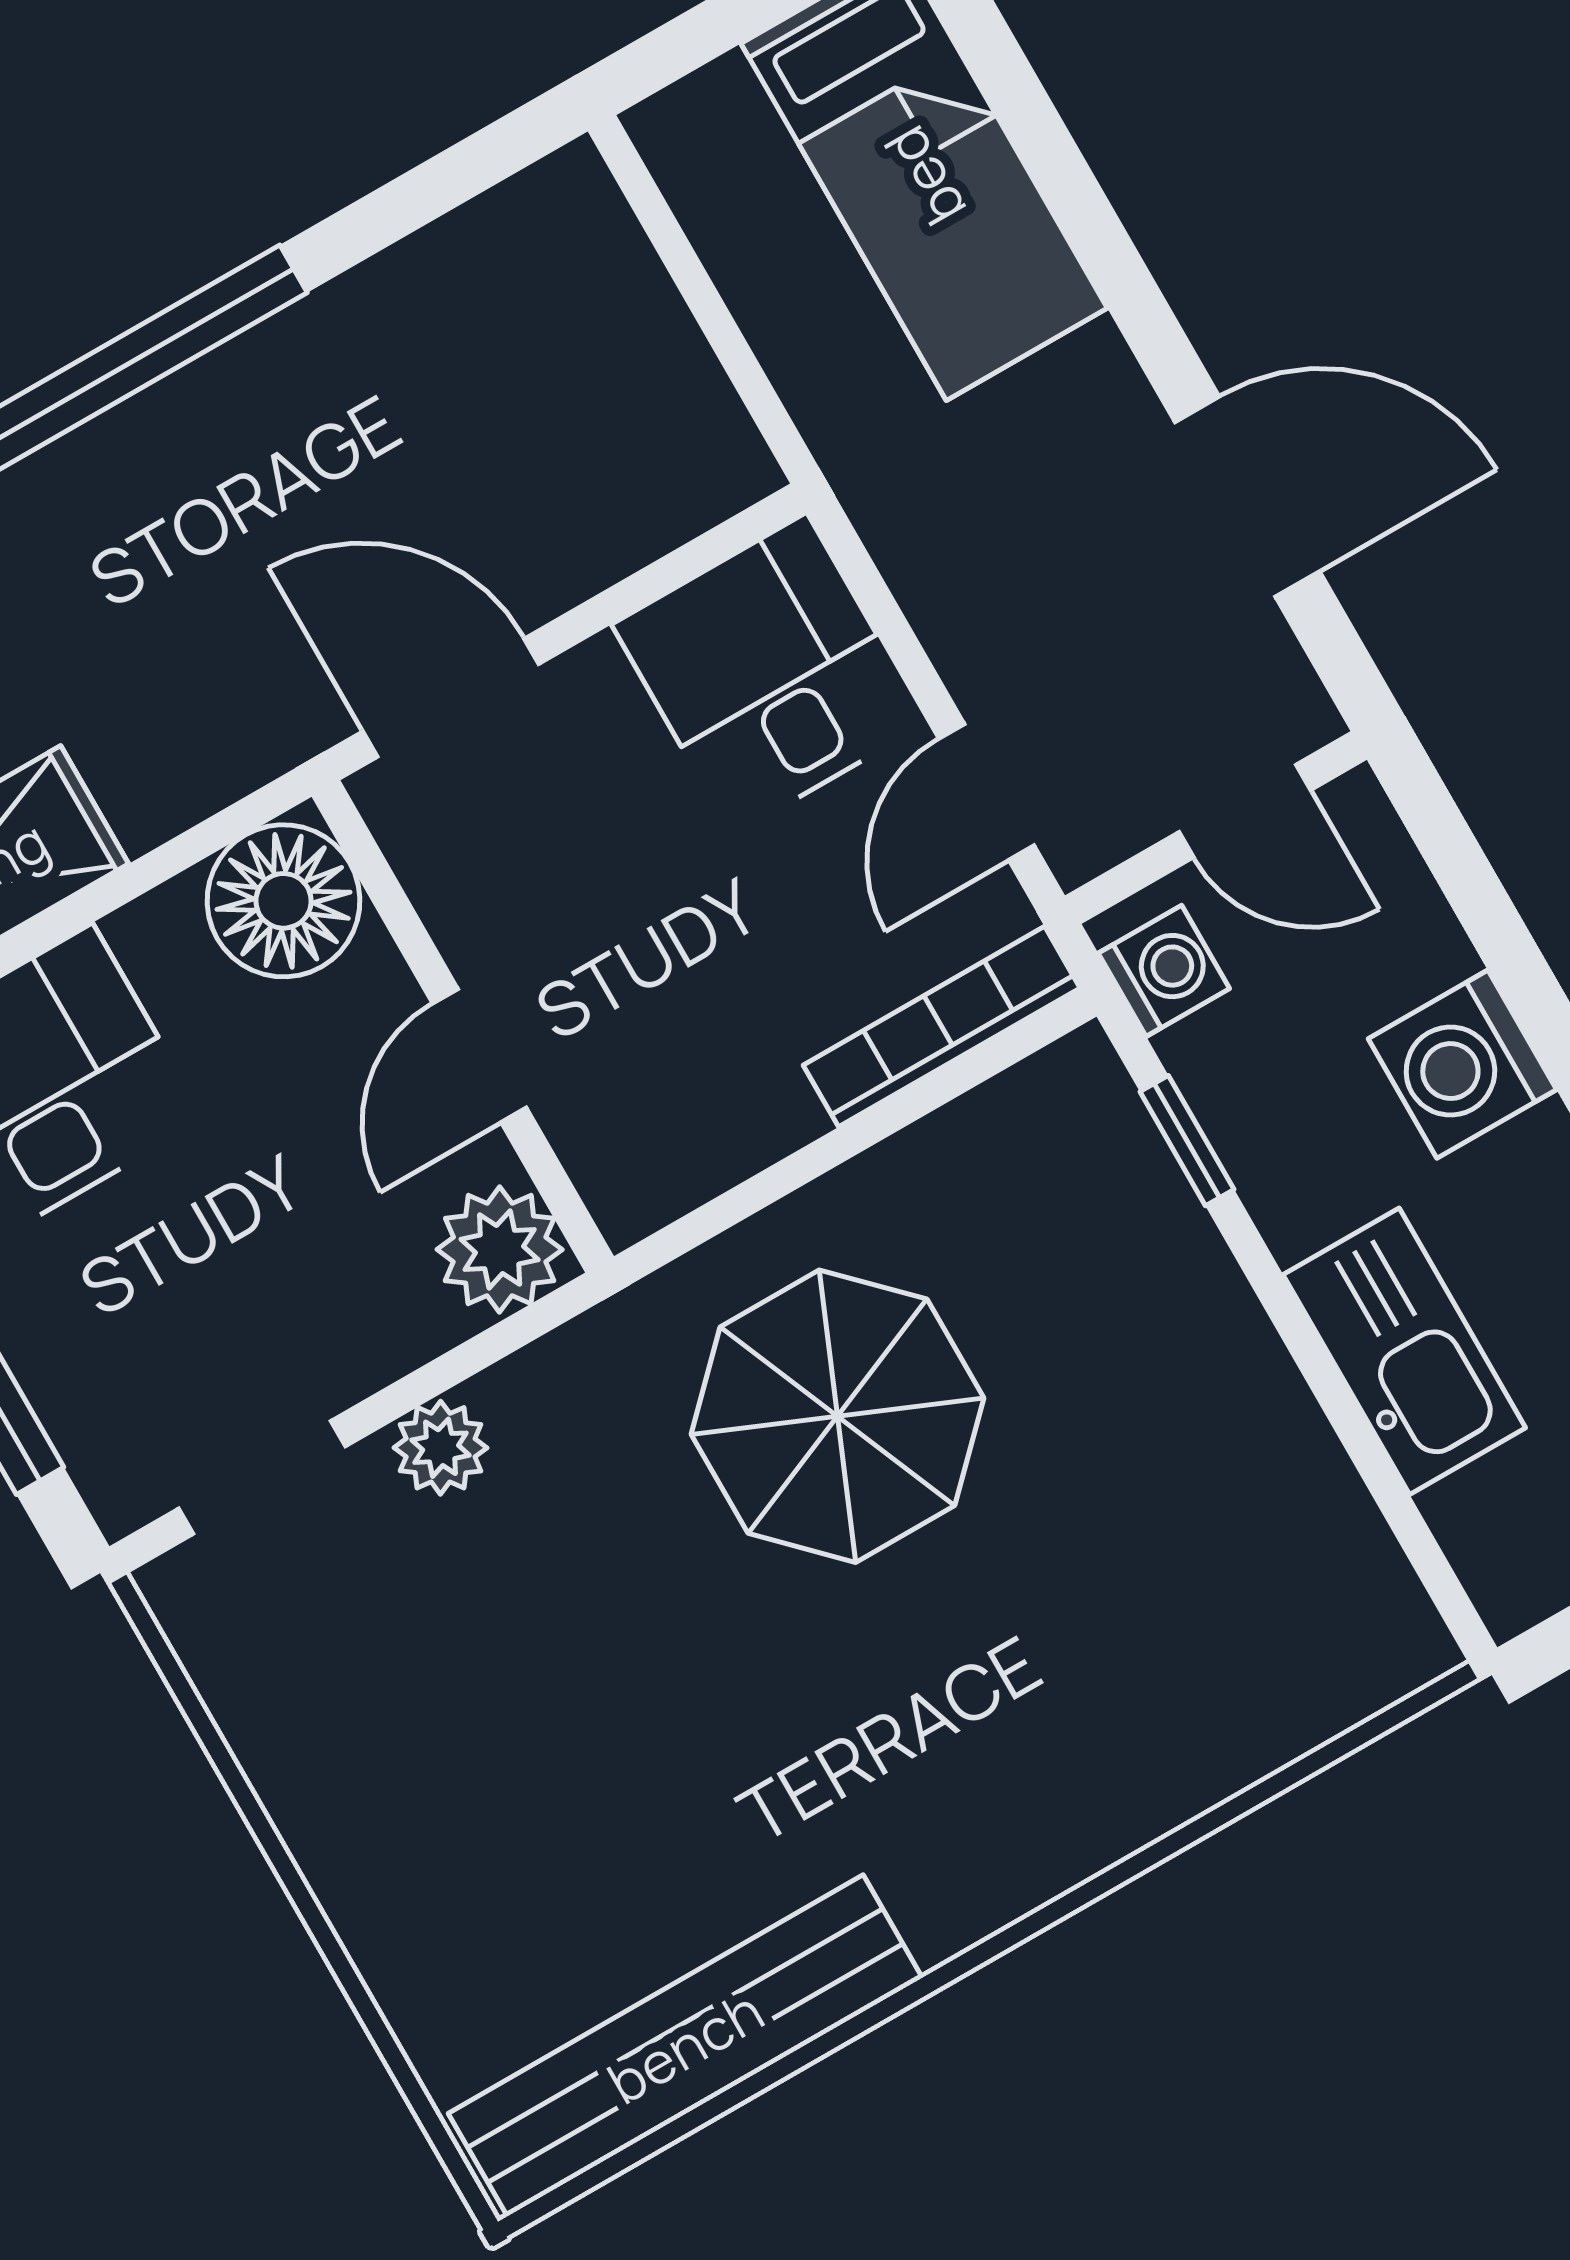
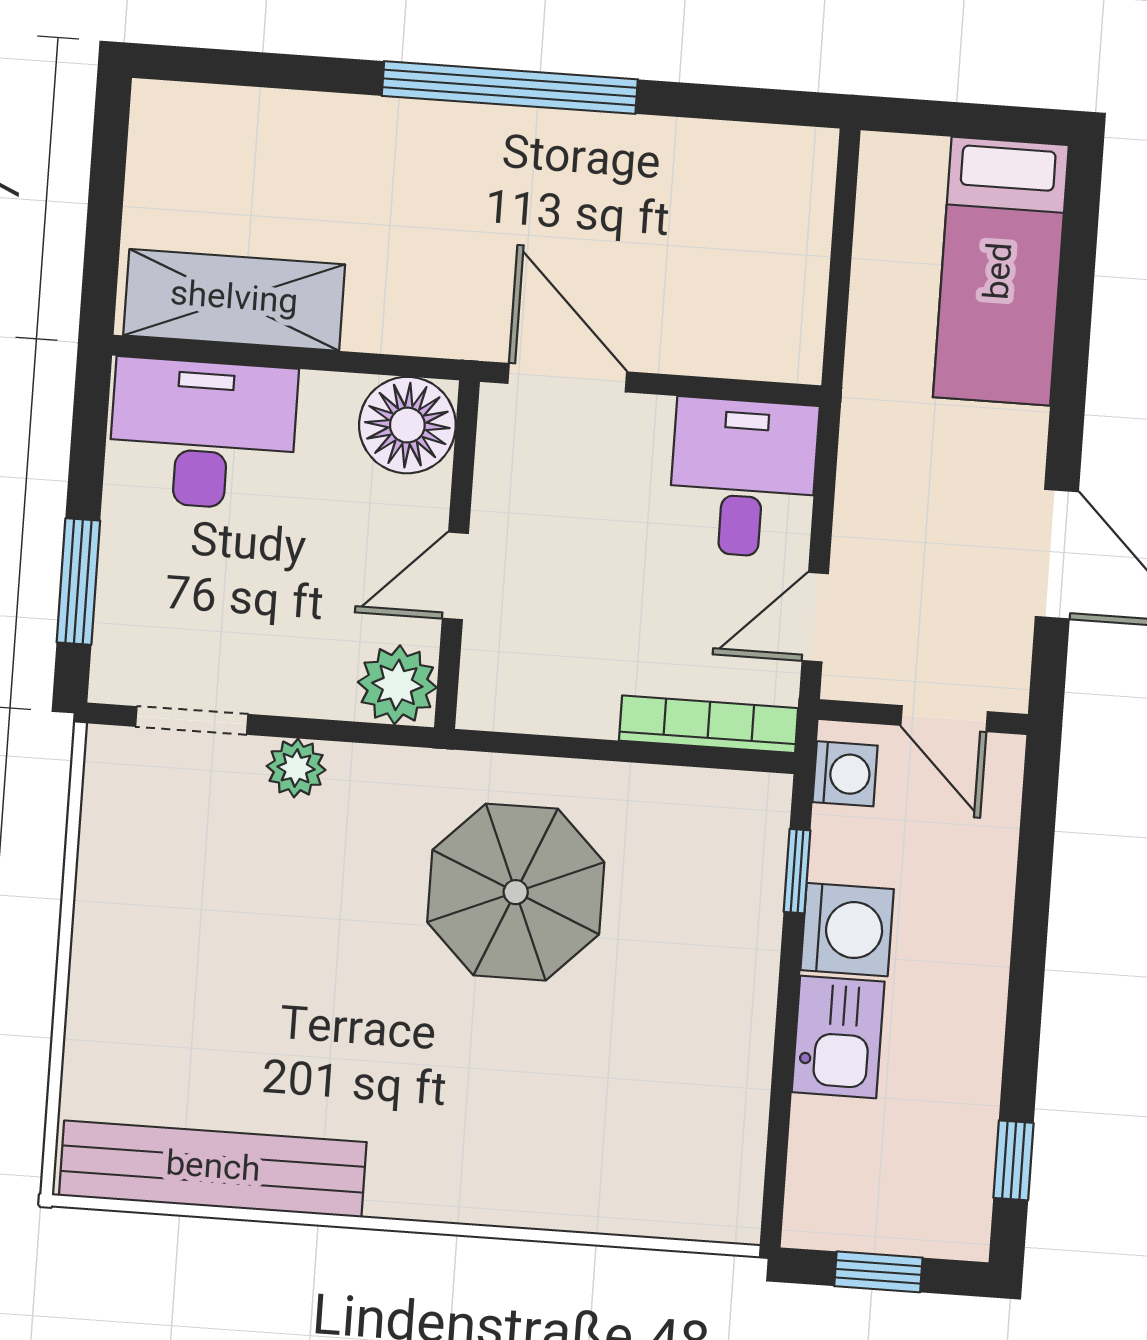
washing machine: (1462, 1064) -> (847, 930), moved, turned 180
kitchen sink: (1404, 1351) -> (838, 1037), width x0.73

